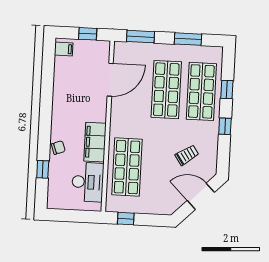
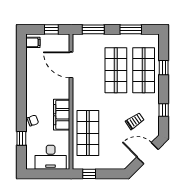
door: (110, 80) -> (71, 65), swing flipped
window: (225, 126) -> (164, 110), moved
desk: (88, 182) -> (51, 157), moved, turned 90

